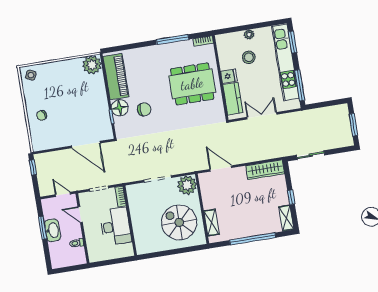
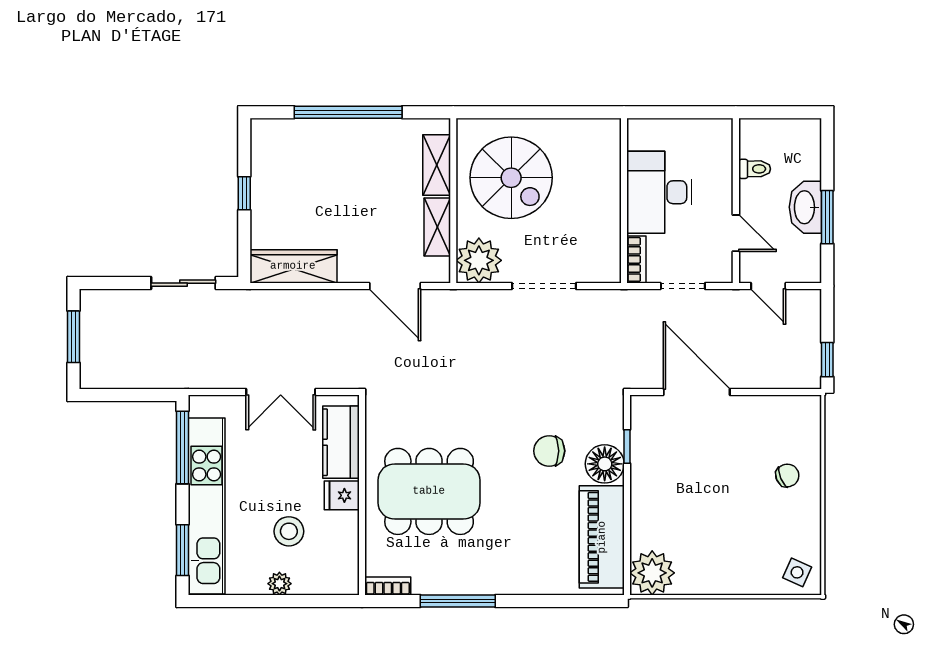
shelving: (286, 218) -> (437, 227), moved

